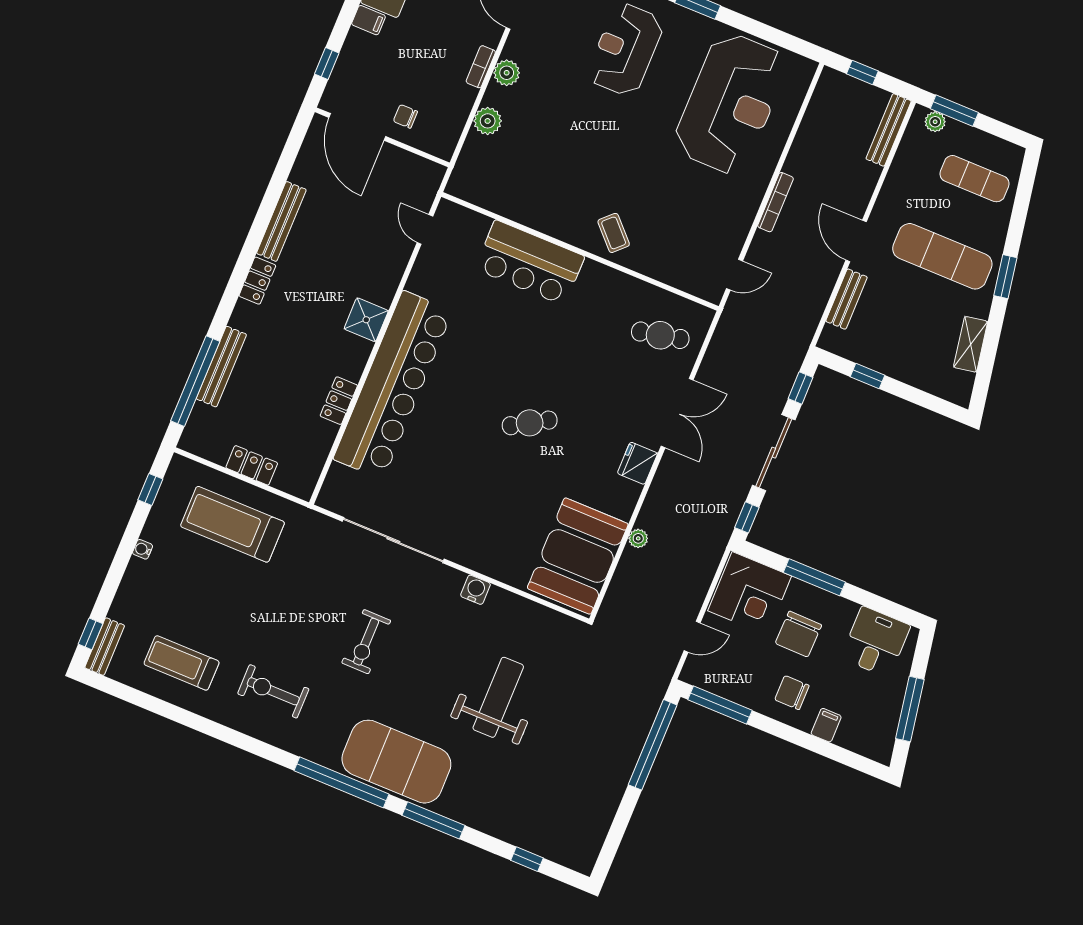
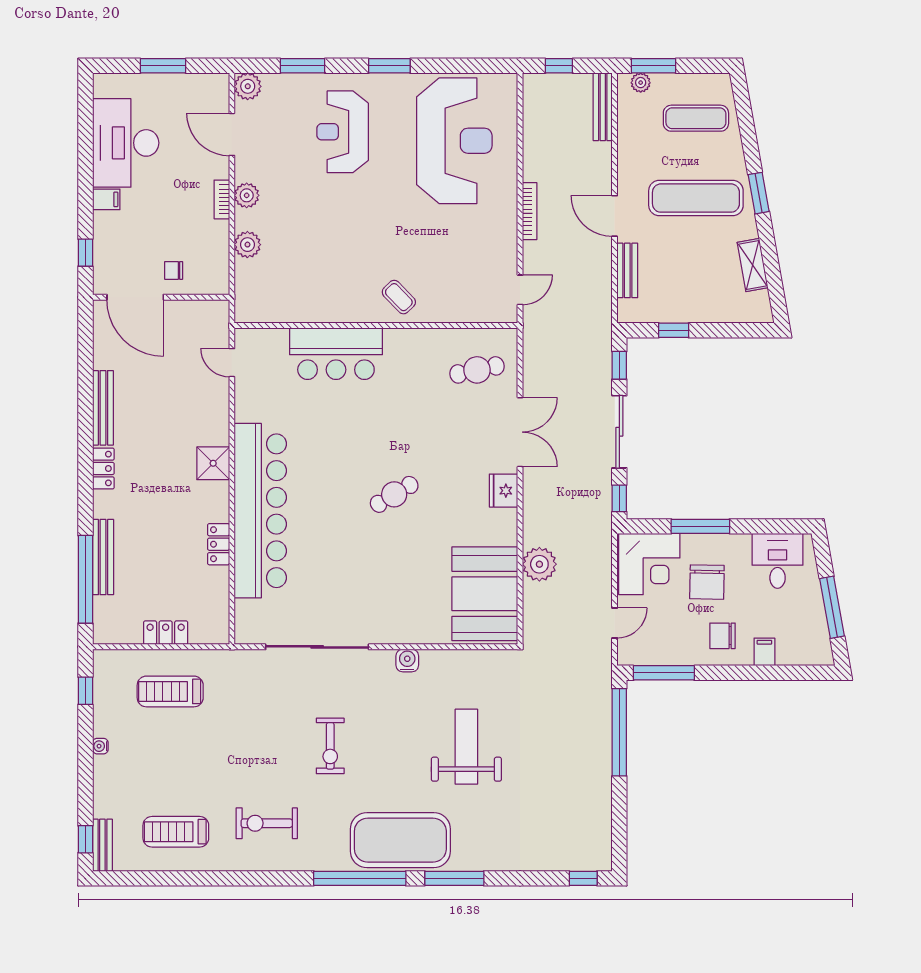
treadmill: (232, 524) -> (170, 691), width x0.73, depth x0.73
plant: (638, 538) -> (539, 564), width x1.88, depth x1.88
window: (527, 859) -> (583, 878), moved

